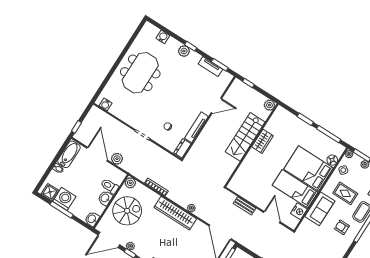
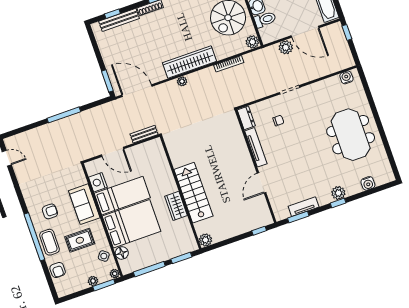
plant: (269, 105) -> (205, 240), moved
stairs: (245, 137) -> (193, 193), moved
wardrobe: (262, 141) -> (176, 206), moved
wall: (251, 145) -> (181, 192), moved

